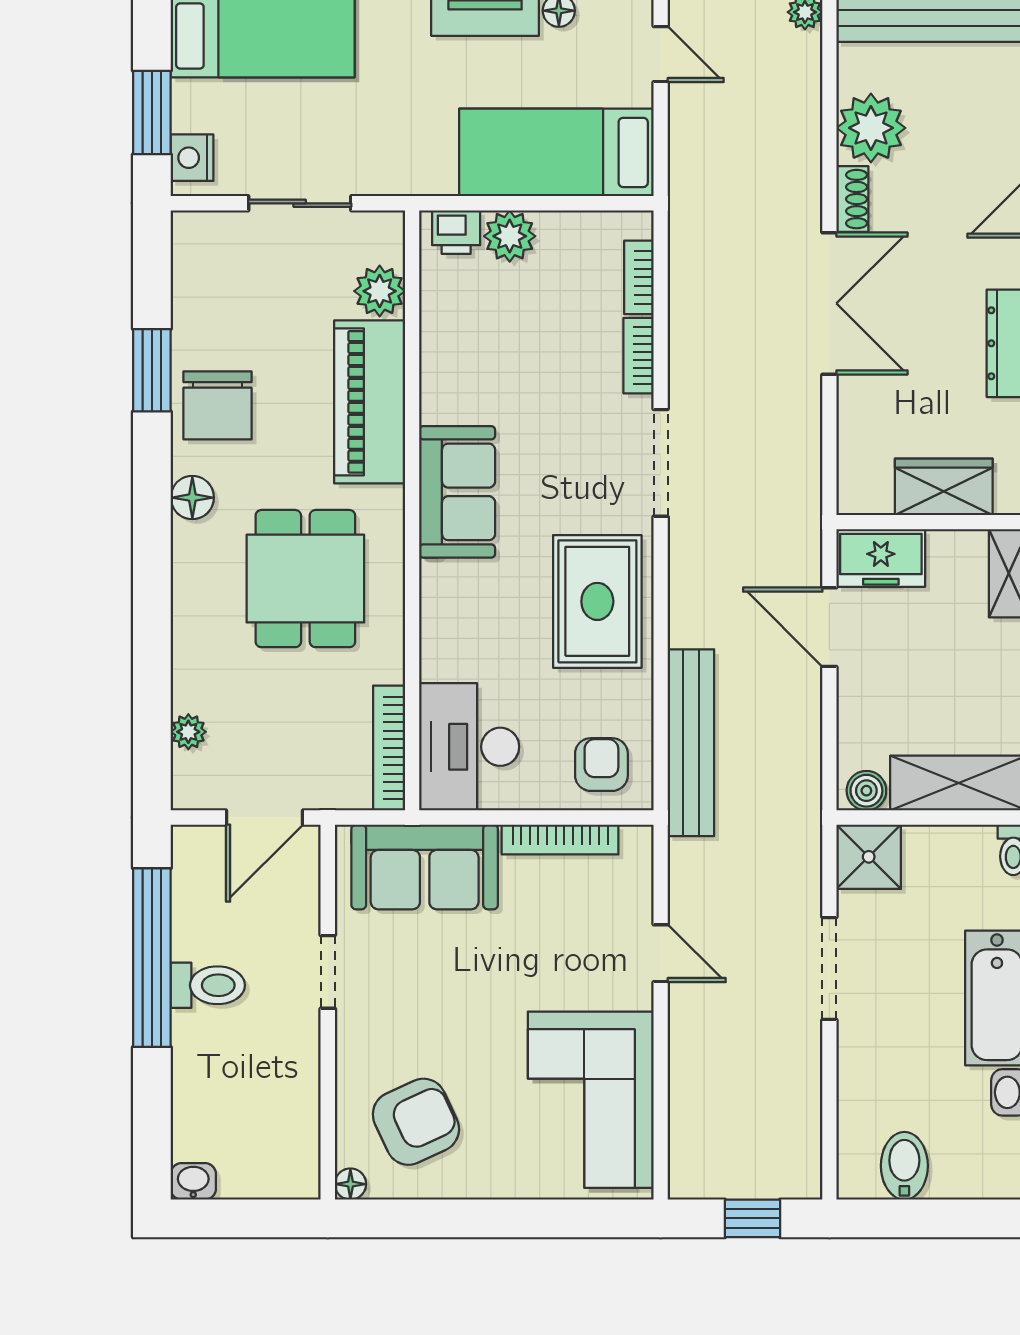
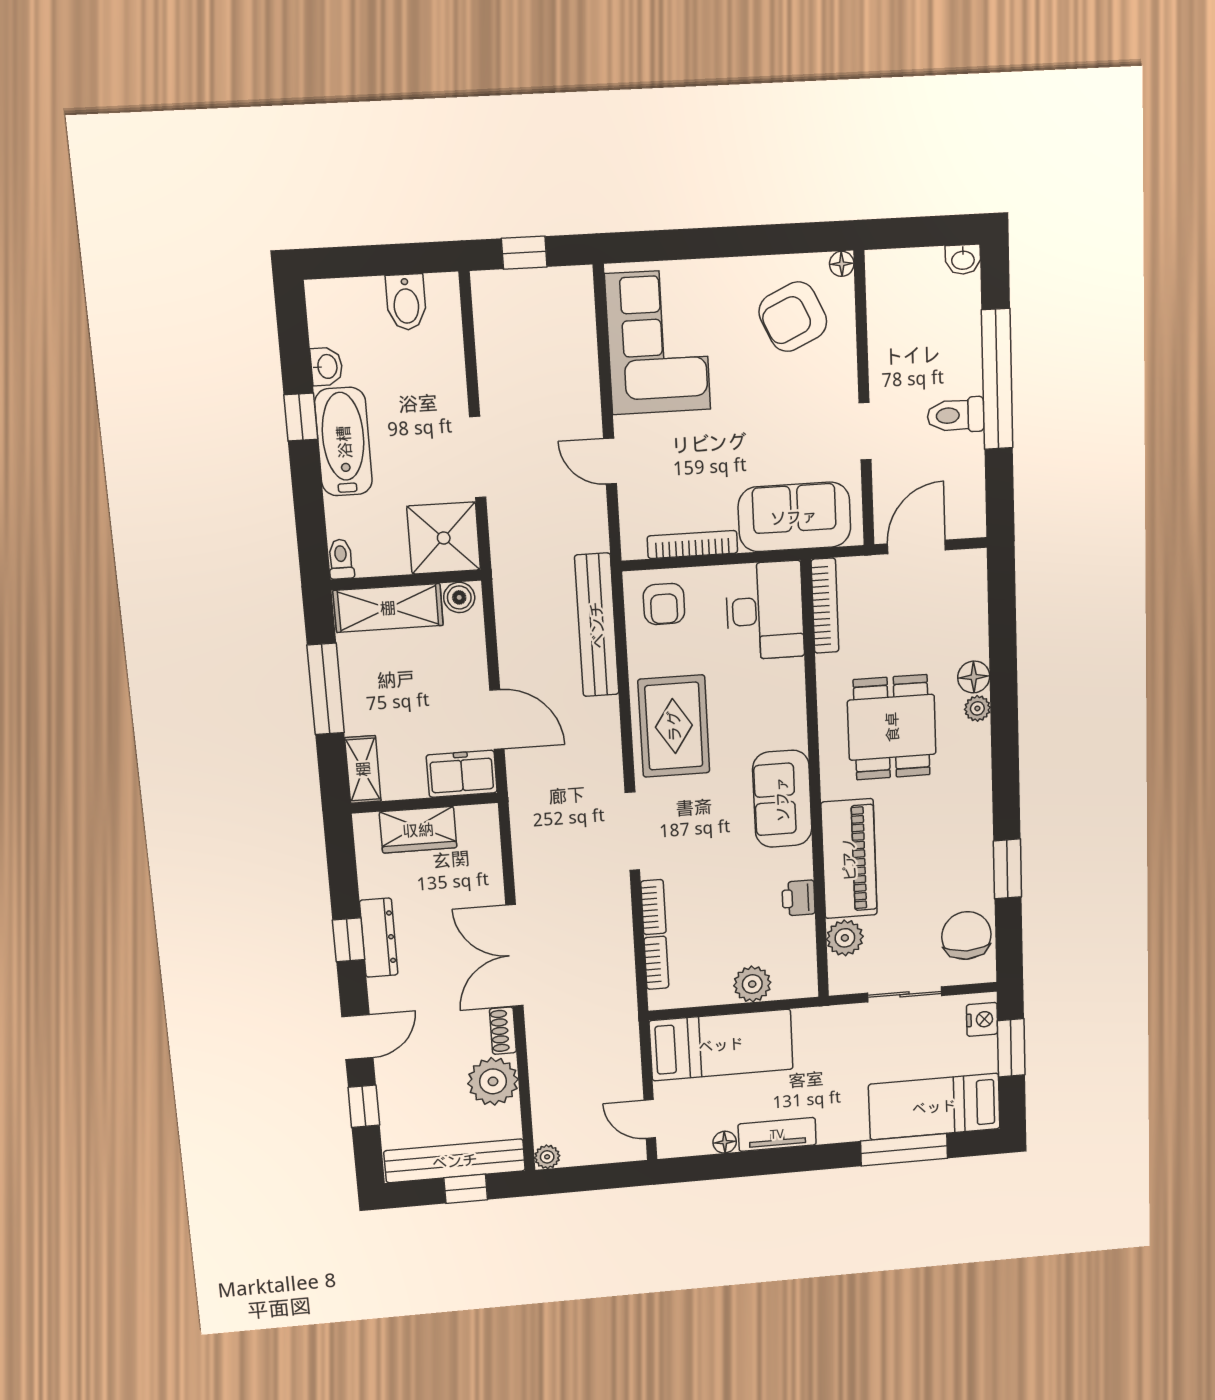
printer: (456, 232) -> (798, 898), moved, turned -90
chair: (217, 405) -> (966, 936), moved
floor lamp: (192, 498) -> (974, 677), moved
plant: (188, 732) -> (977, 708), moved
shower: (869, 857) -> (444, 538), width x1.36, depth x1.36
window: (152, 958) -> (997, 379), moved

